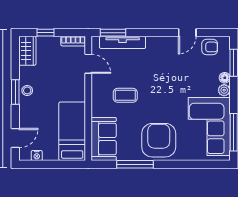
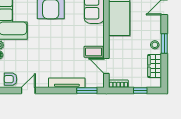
tv unit: (123, 42) -> (67, 83), moved
wardrobe: (27, 51) -> (155, 66), moved
coffee table: (125, 95) -> (94, 52), moved

